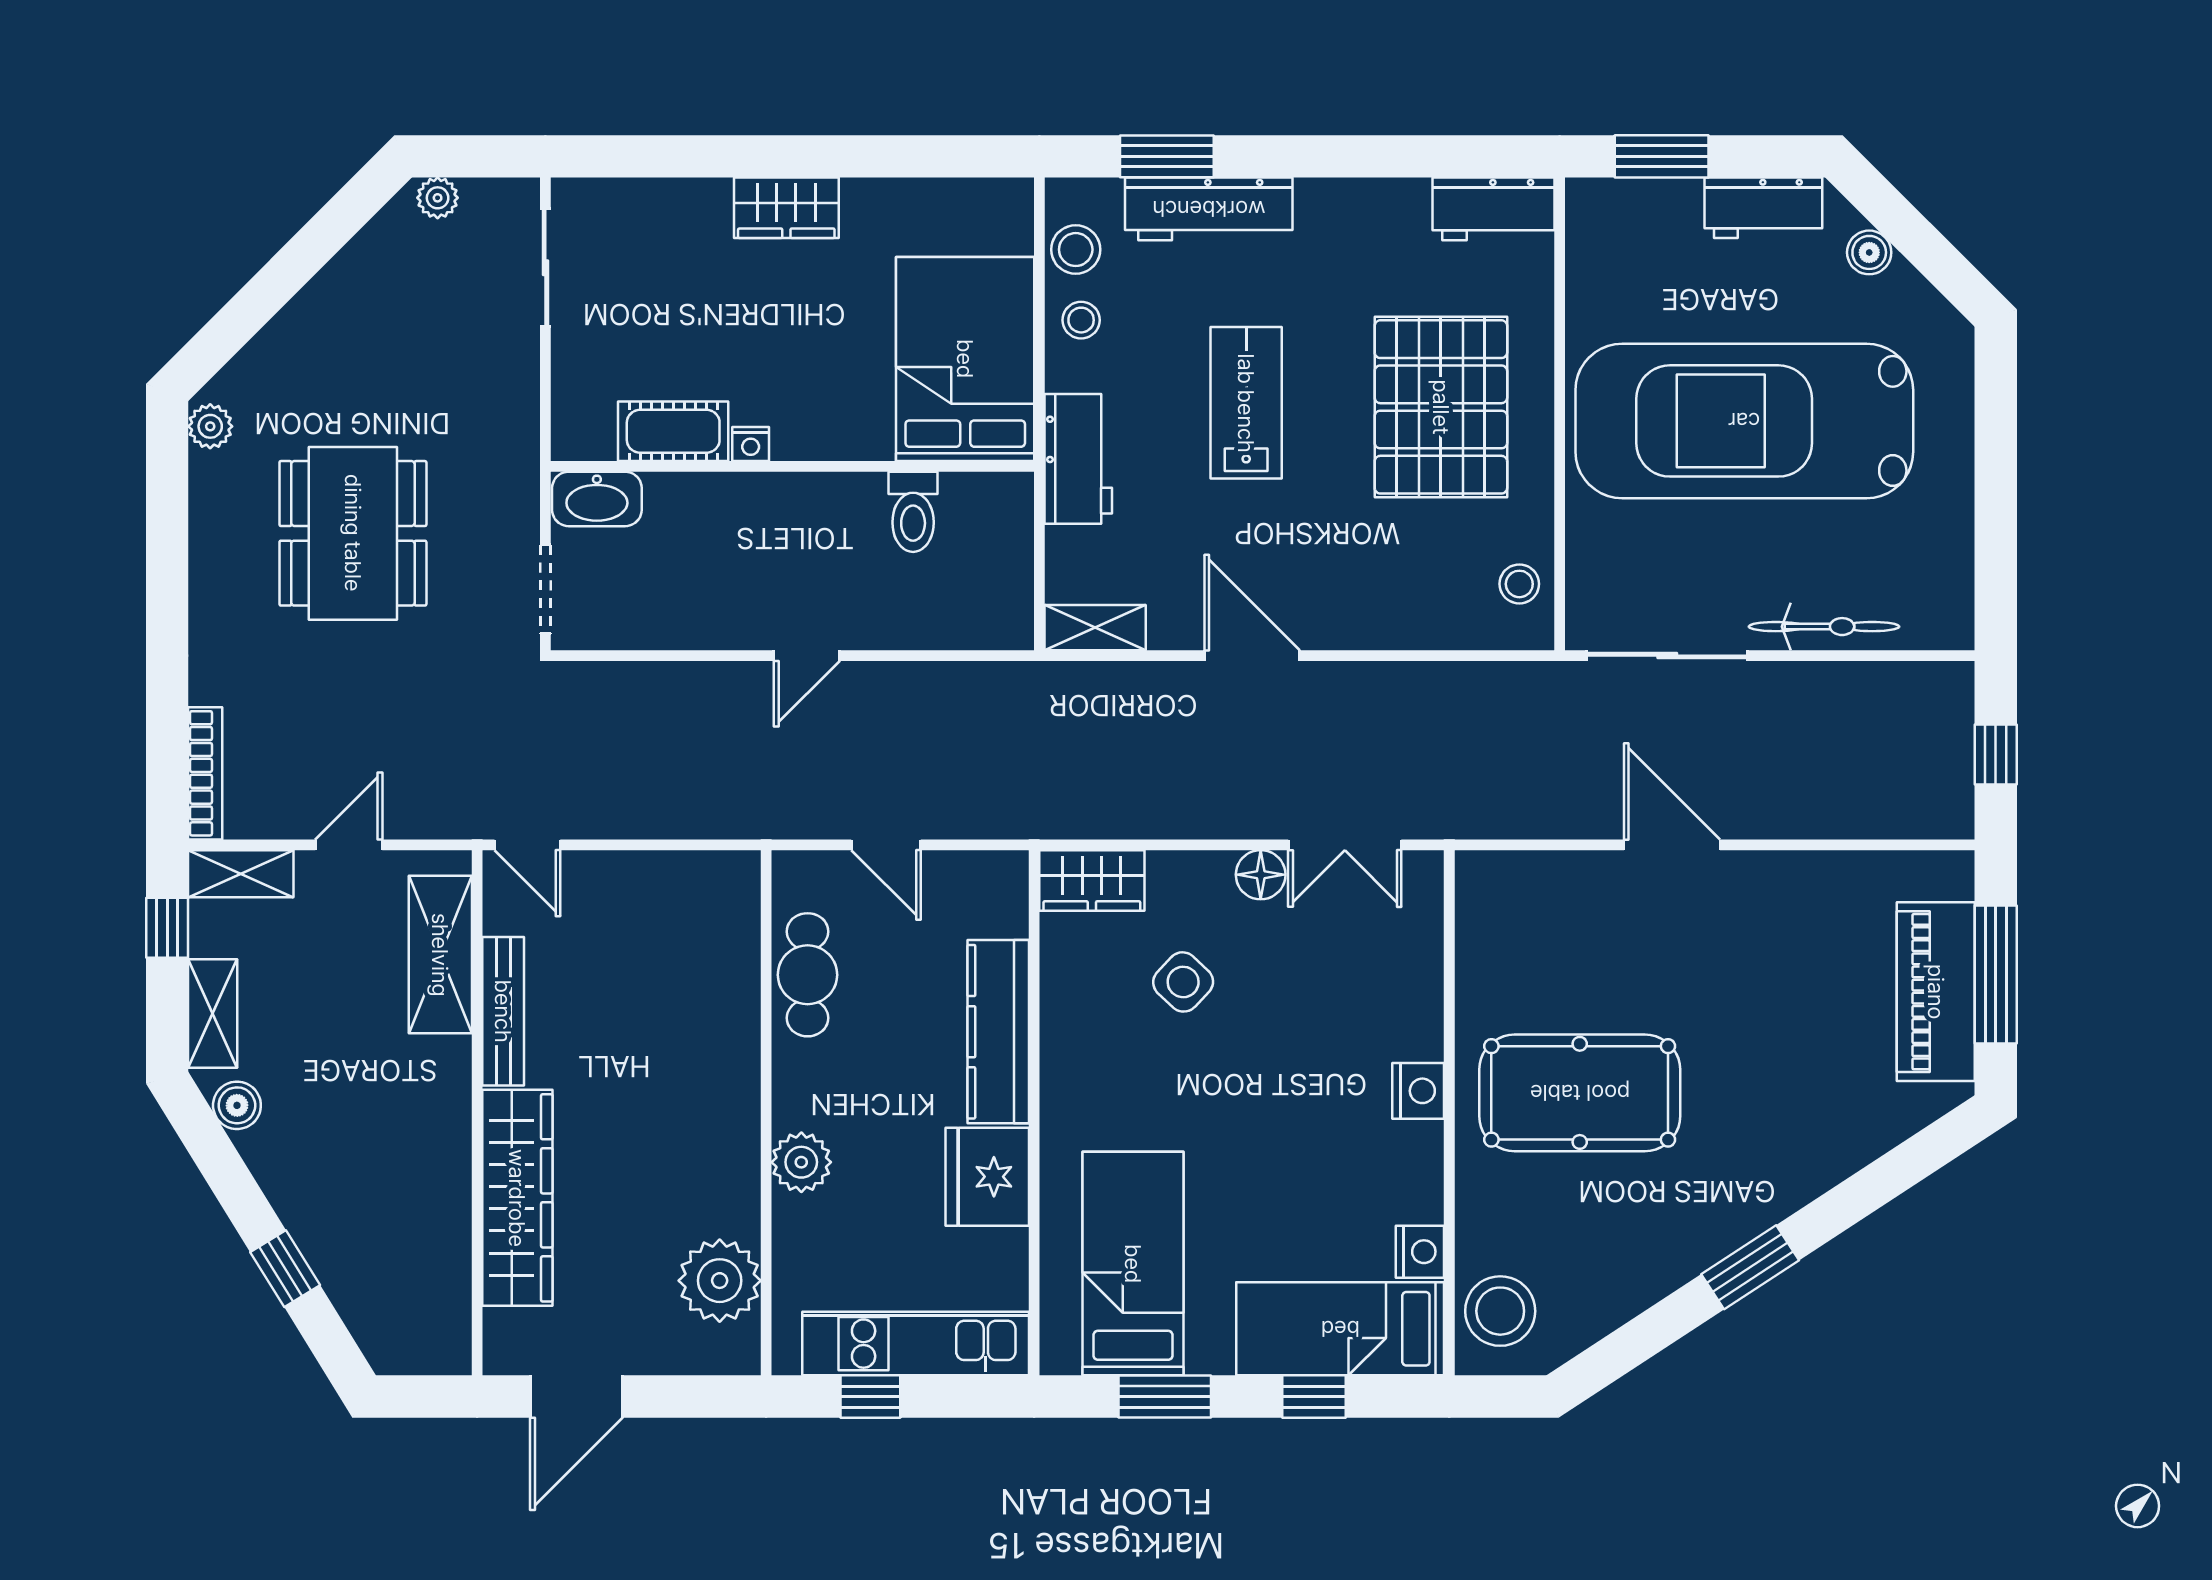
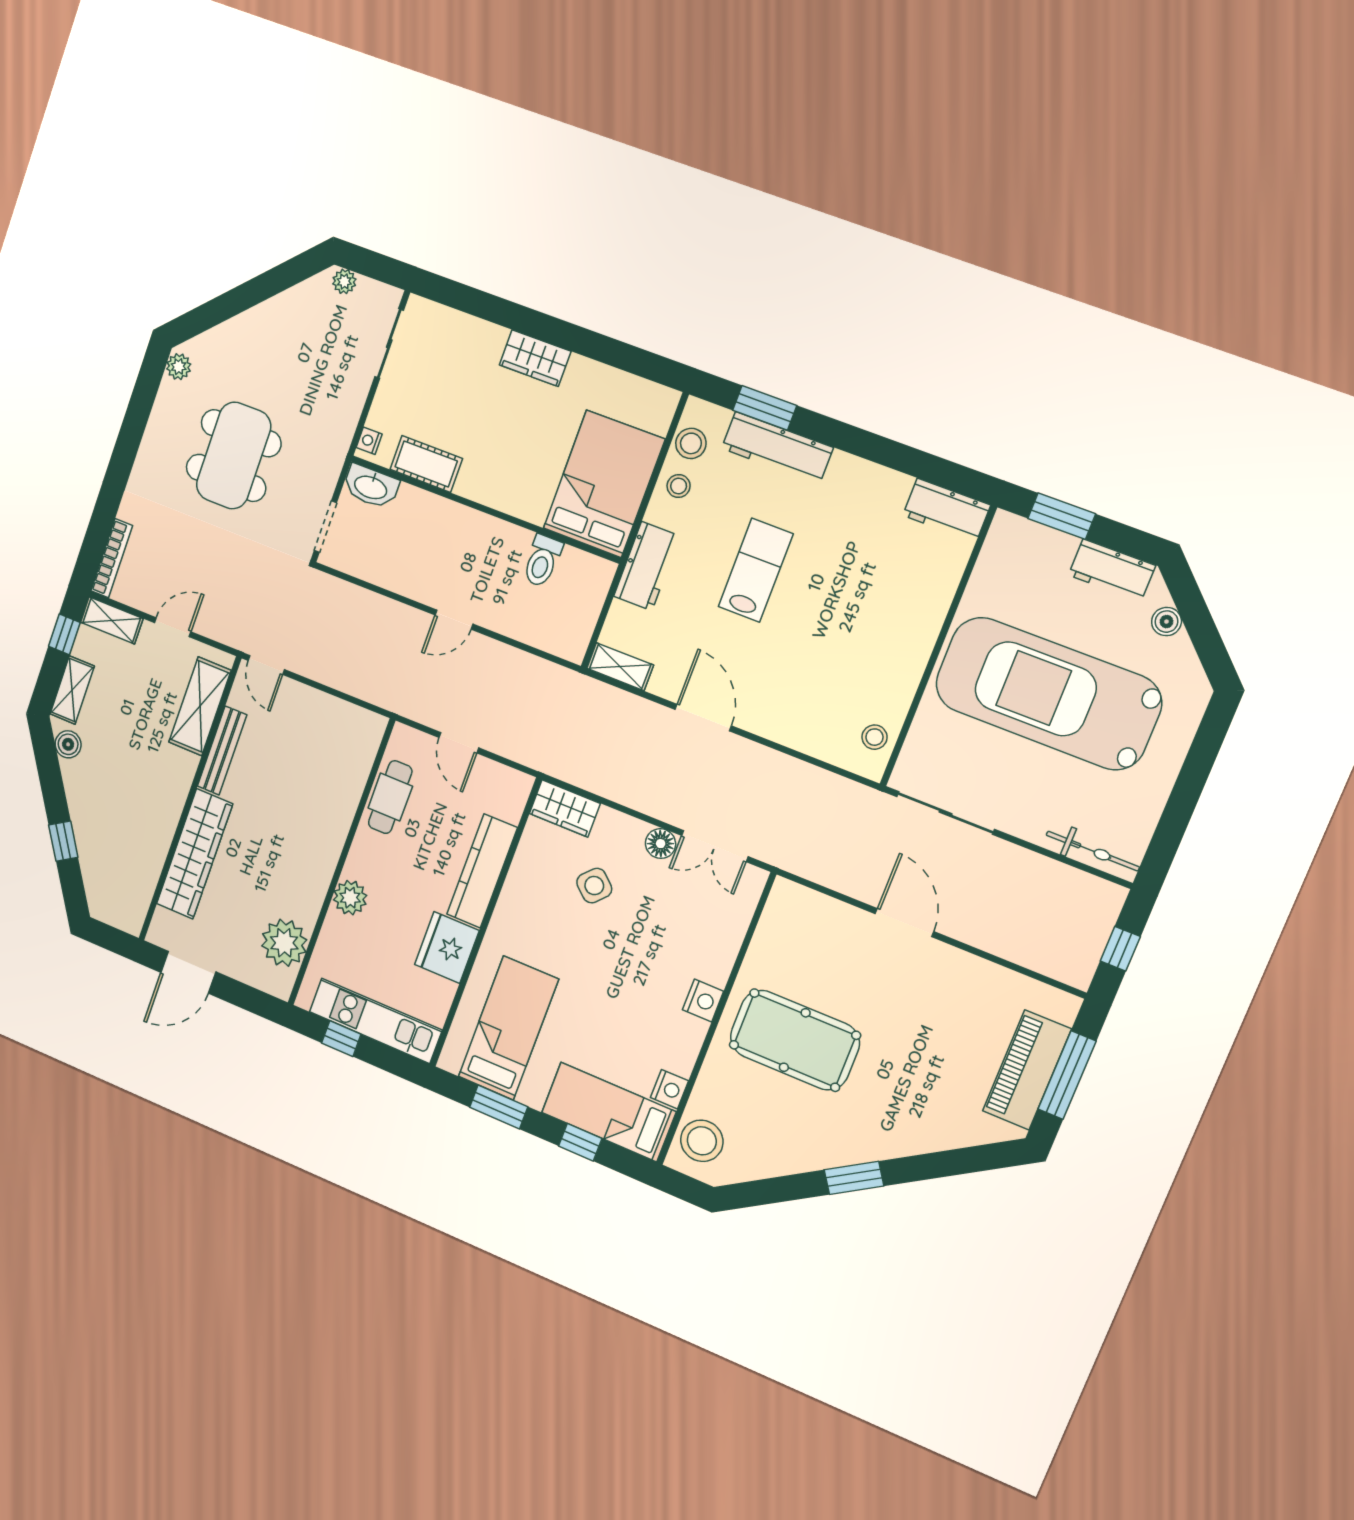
pallet: (1441, 407) -> (869, 616), removed
nightstand: (751, 444) -> (369, 441), moved, turned 90
bicycle: (1824, 627) -> (1093, 851), moved

